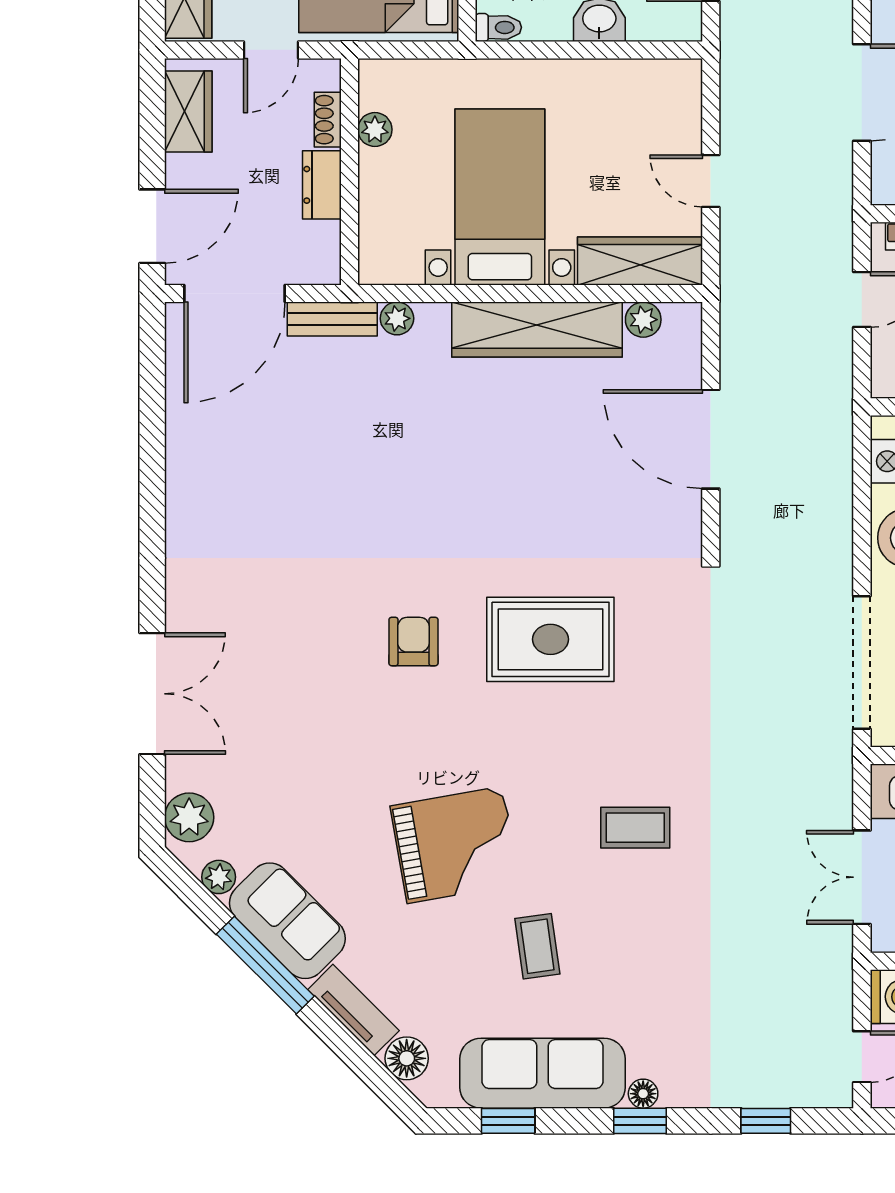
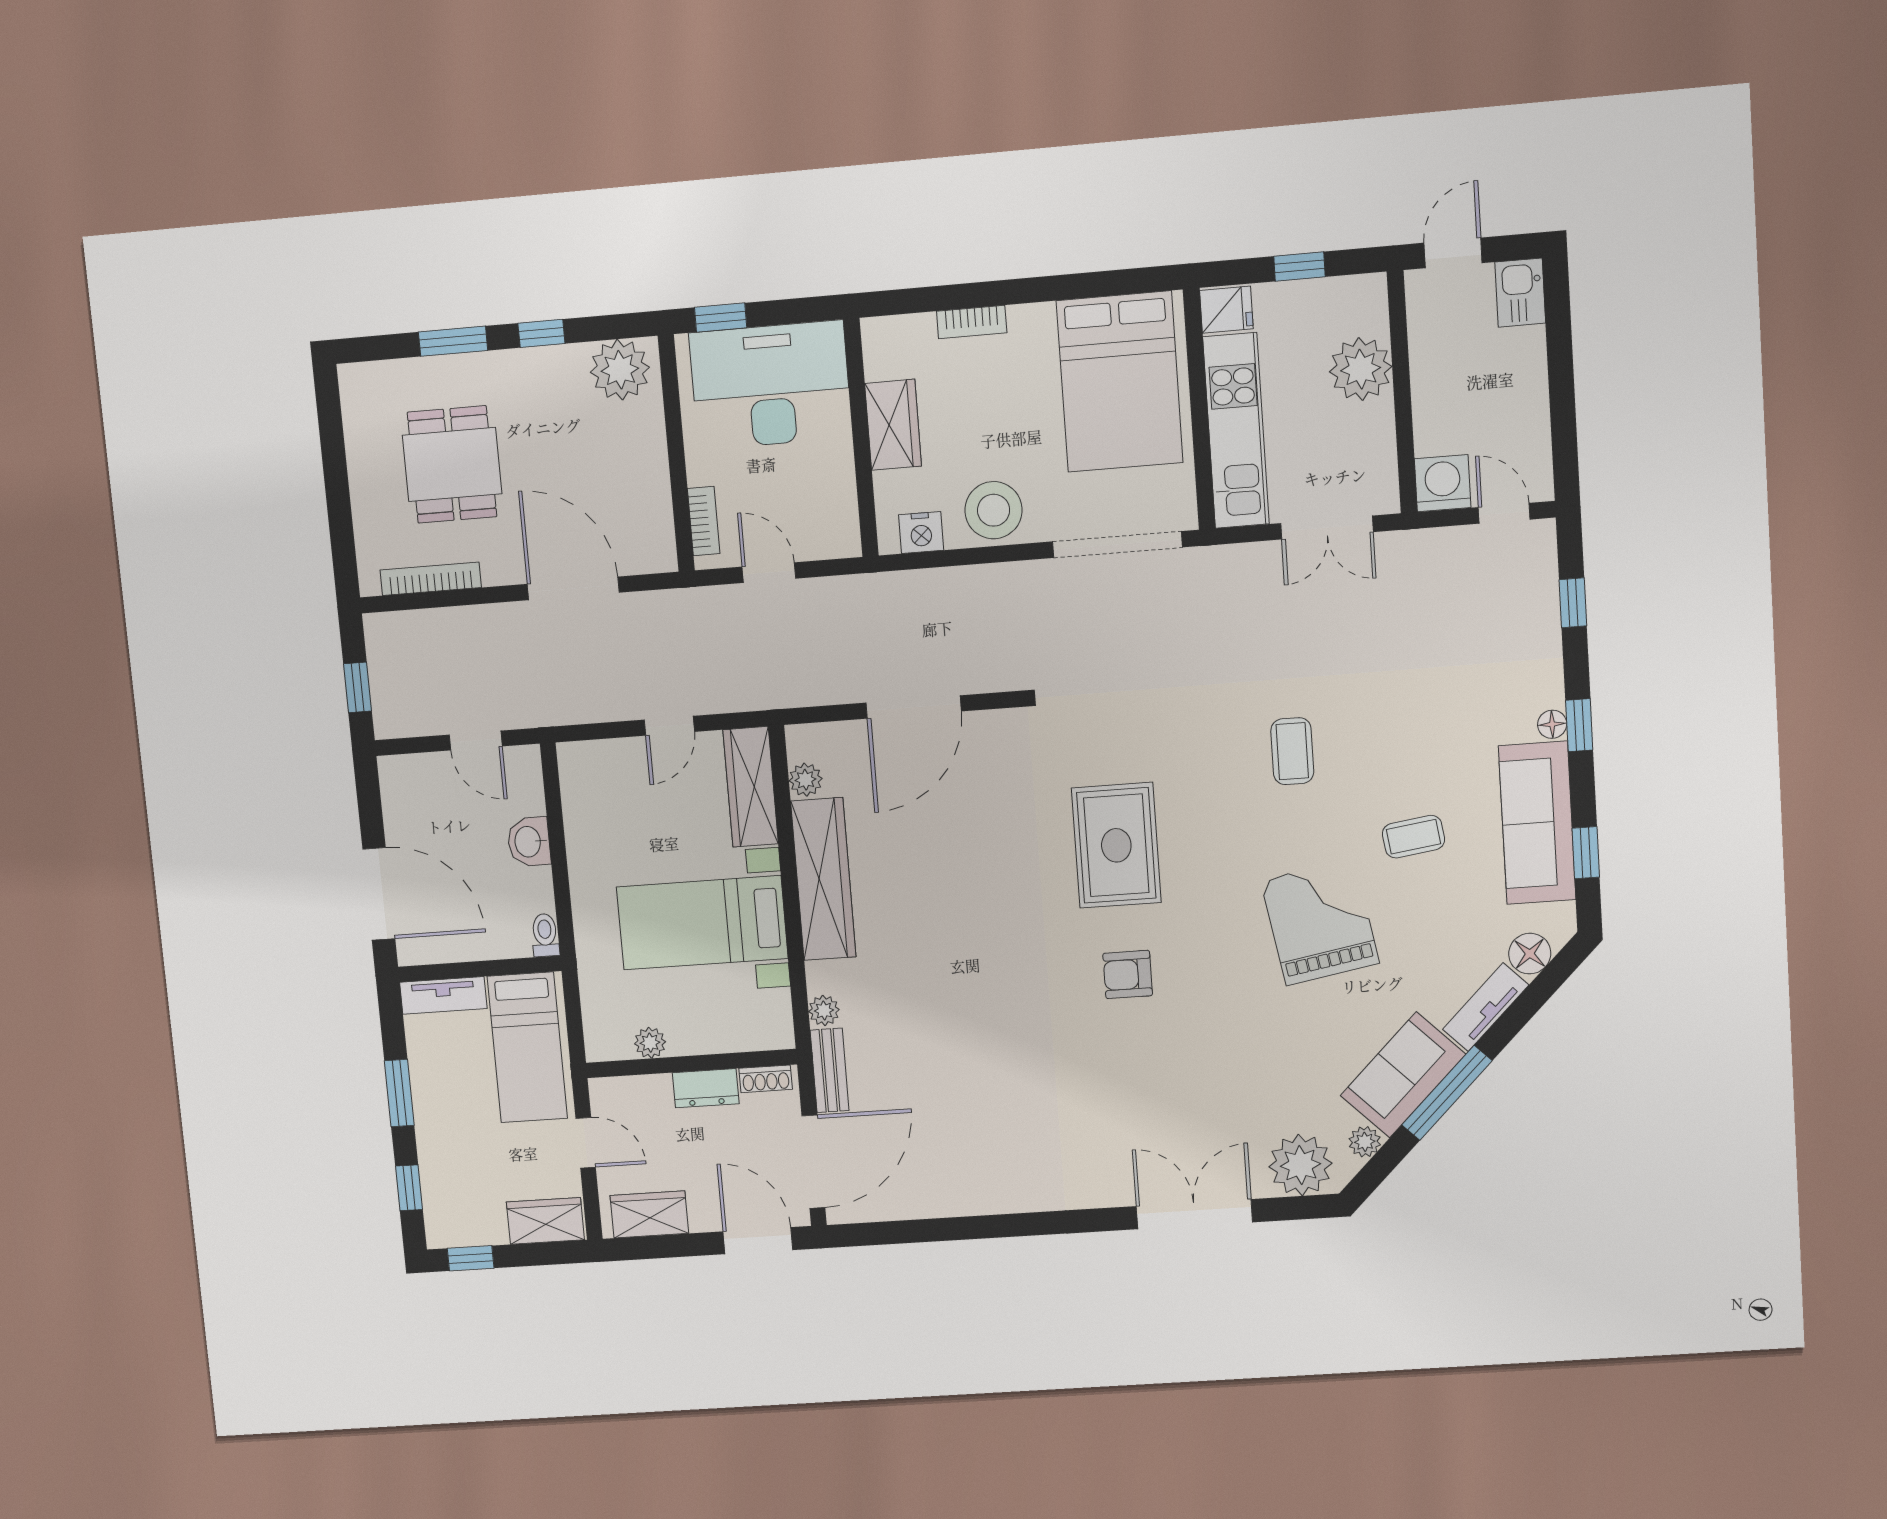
shoe rack: (328, 120) -> (766, 1079), moved
door: (235, 293) -> (813, 1162), hinge flipped
plant: (189, 817) -> (1300, 1165), width x1.36, depth x1.36

